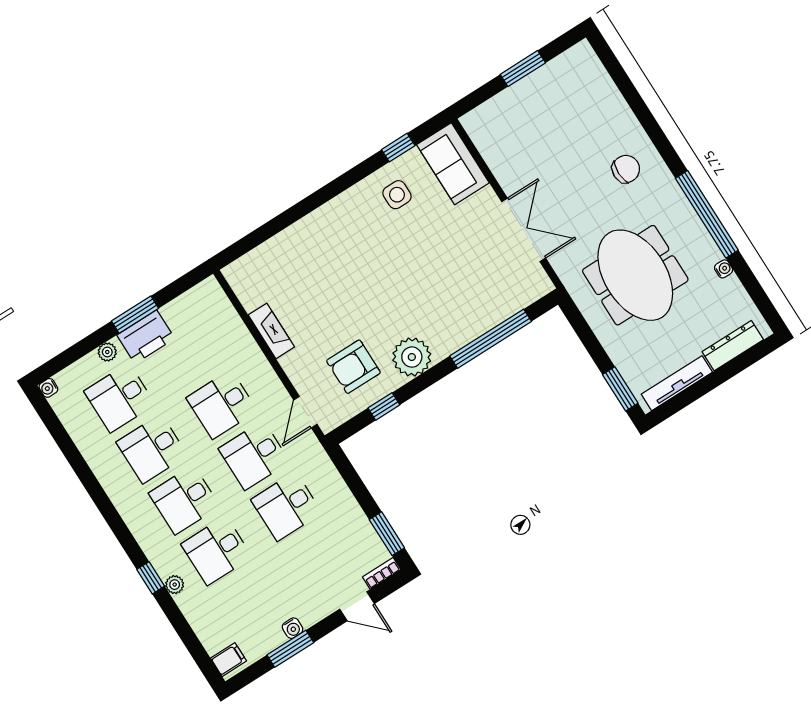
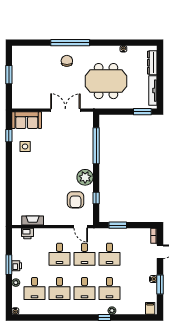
window: (707, 214) -> (70, 43), moved
printer: (222, 312) -> (27, 234), added
fireplace: (271, 331) -> (33, 221), moved
printer: (146, 337) -> (17, 266), width x0.53, depth x0.68
window: (387, 534) -> (118, 225), moved

